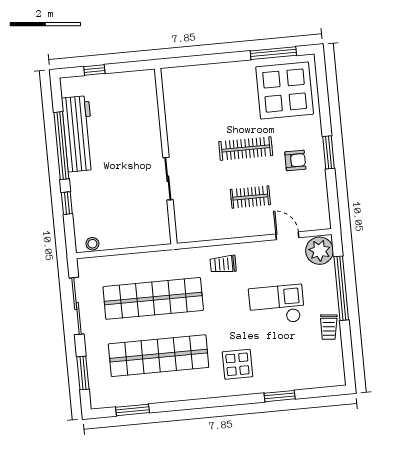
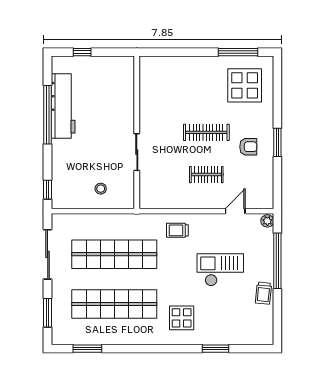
display table: (285, 91) -> (245, 85), width x0.73, depth x0.73
window: (67, 203) -> (48, 190), moved
door: (287, 236) -> (235, 211), hinge flipped
stool: (92, 244) -> (101, 189), moved
plant: (320, 251) -> (267, 221), width x0.53, depth x0.53

